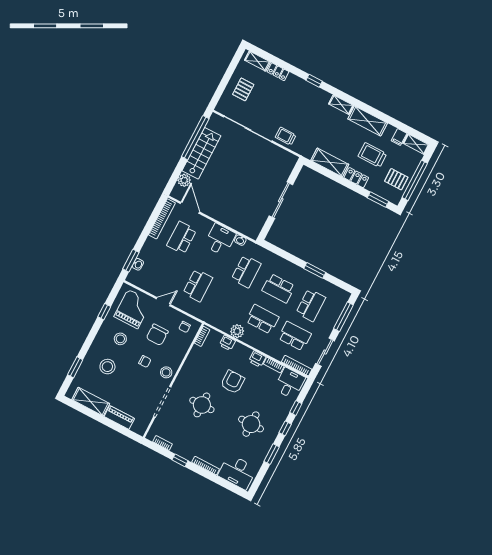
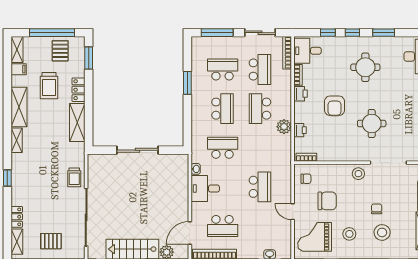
school desk: (198, 285) -> (260, 187), turned 90
school desk: (295, 336) -> (260, 69), turned 180
chair: (145, 361) -> (377, 209), moved
armchair: (233, 382) -> (334, 106), turned -90

